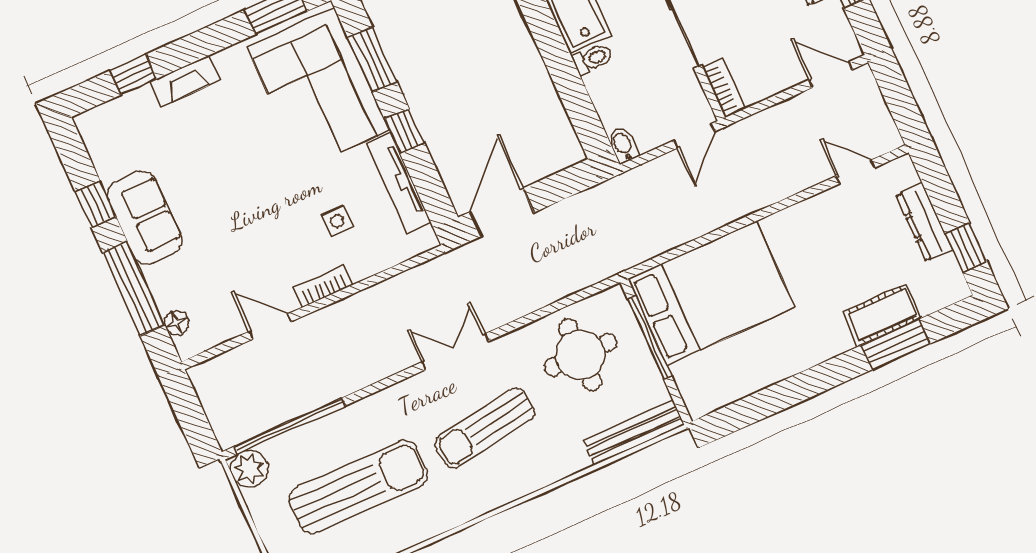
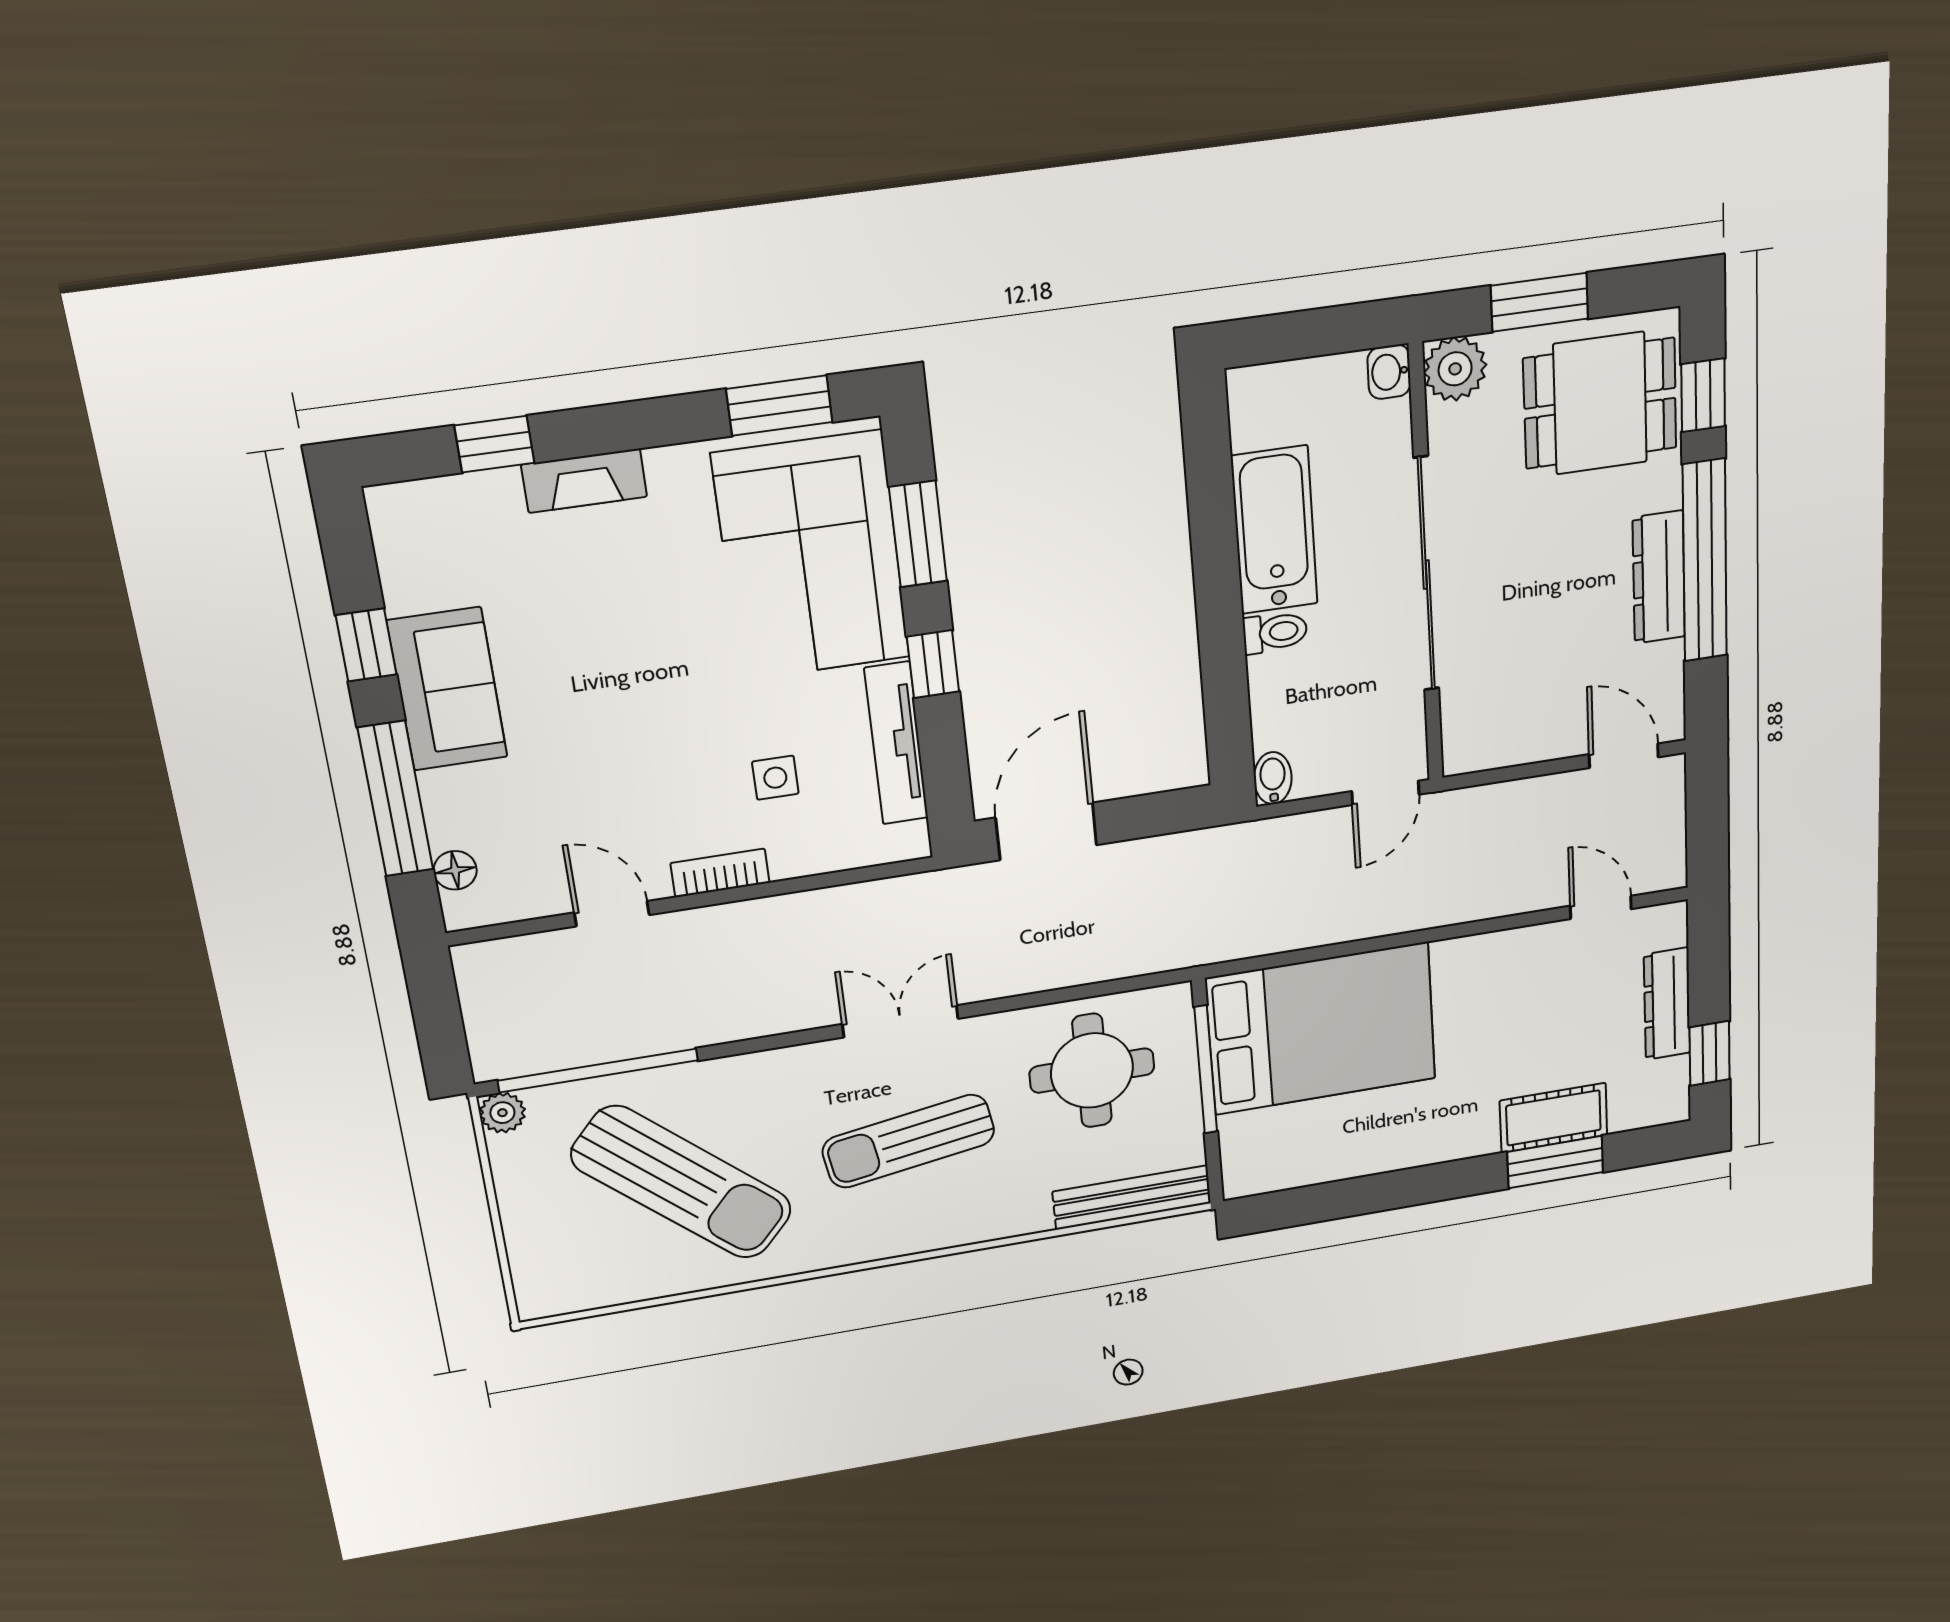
bookcase: (724, 87) -> (1458, 732), removed
plant: (249, 469) -> (502, 1113), width x0.73, depth x0.73
sun lounger: (359, 487) -> (682, 1182), turned 42

